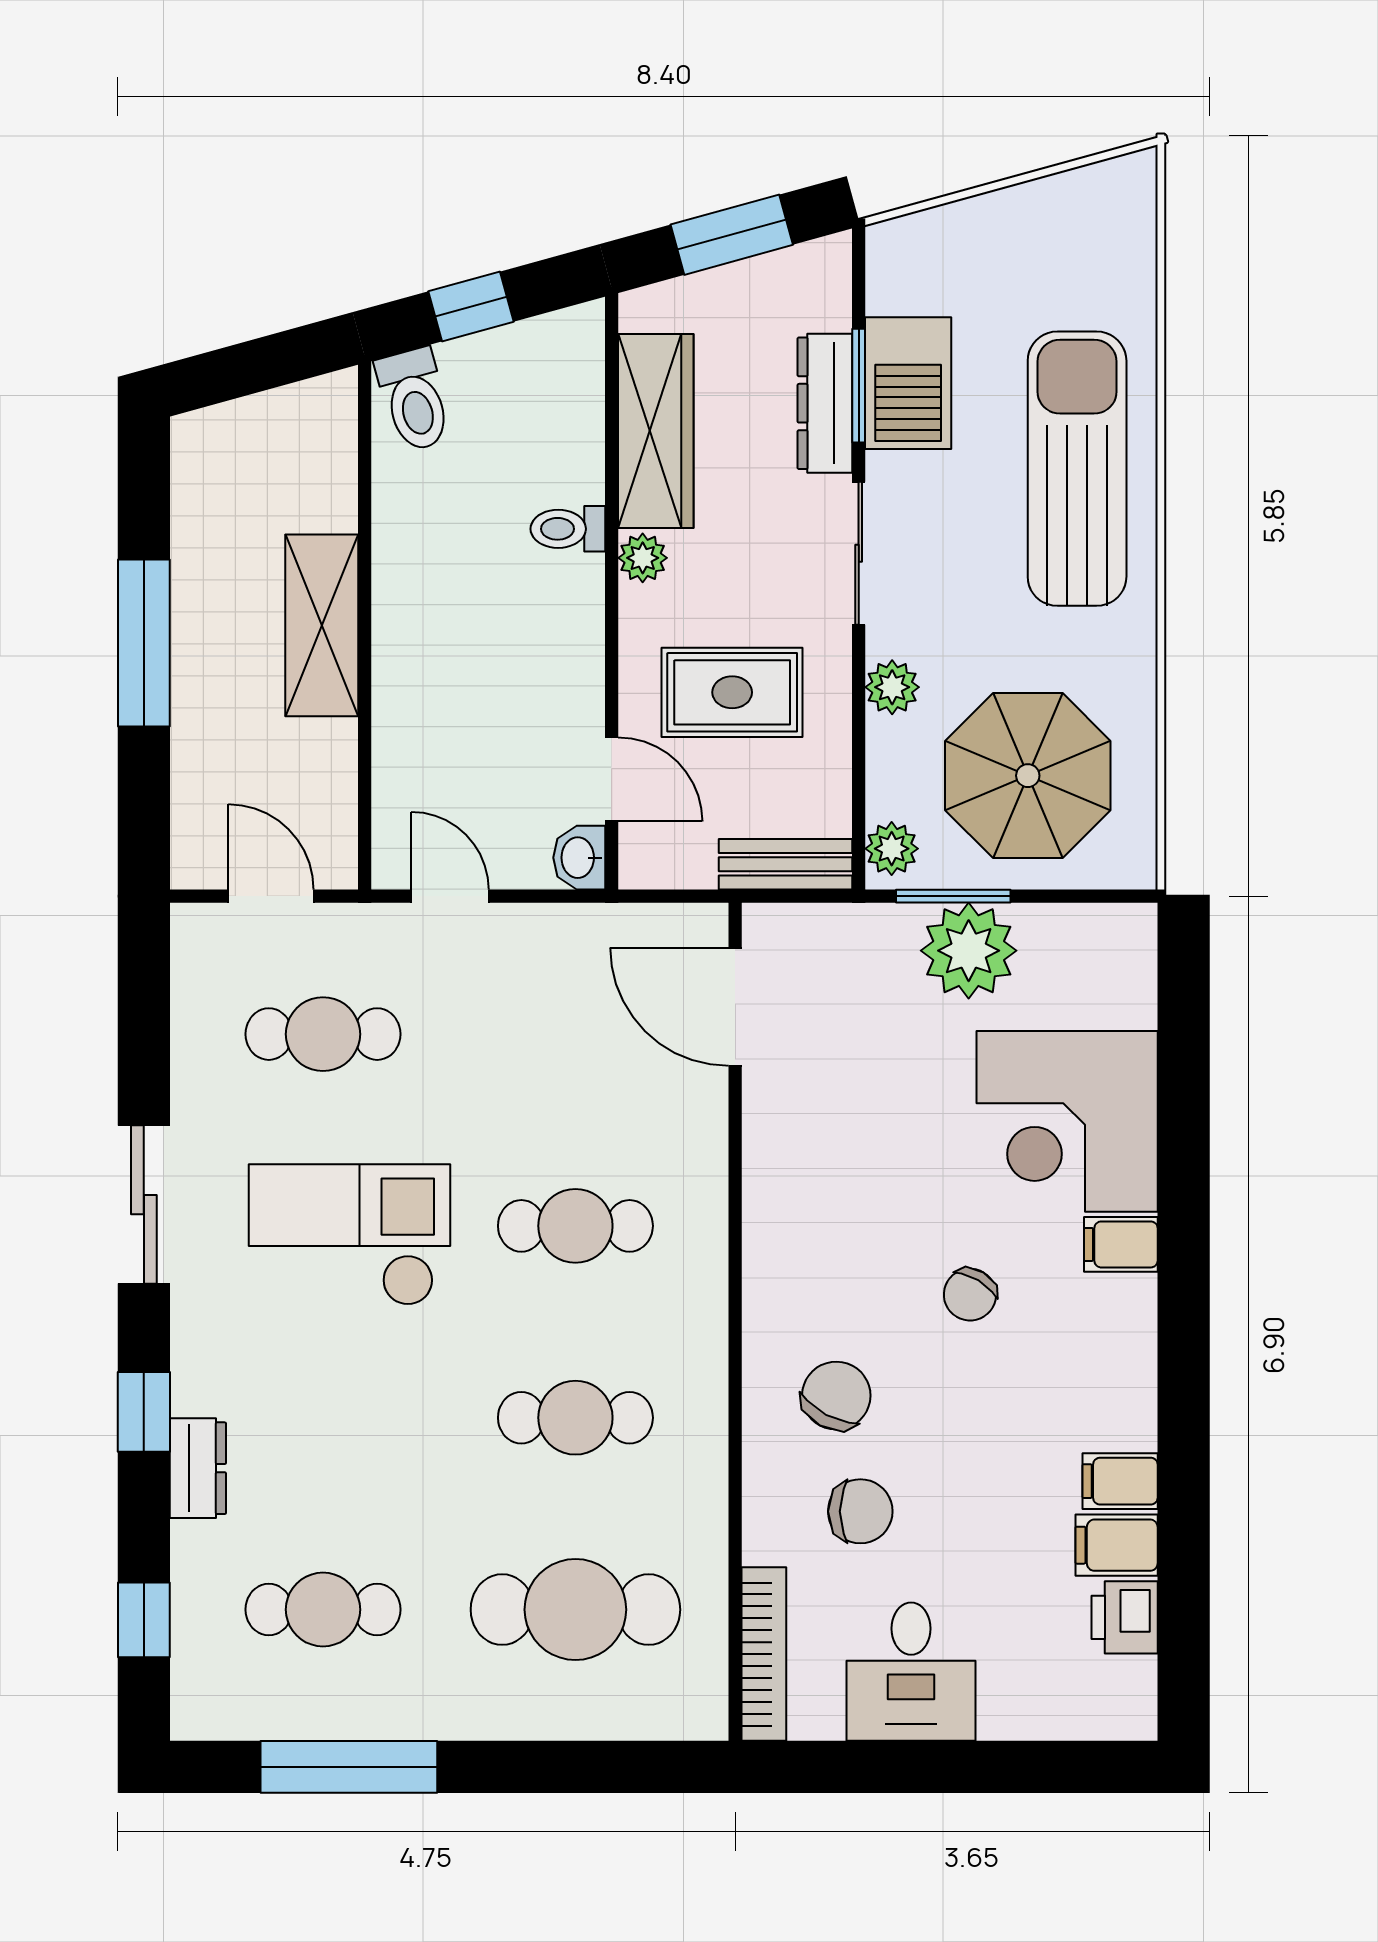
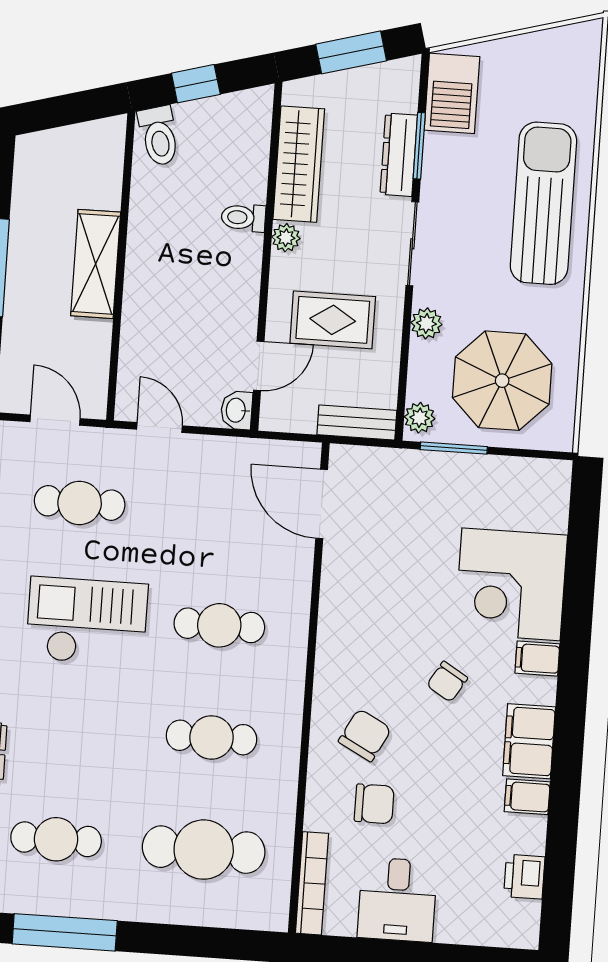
barbecue: (908, 383) -> (452, 93), moved
door: (612, 779) -> (259, 366), hinge flipped
plant: (969, 951) -> (460, 481), removed
filing cabinet: (1117, 1545) -> (529, 741), moved, width x2.00

